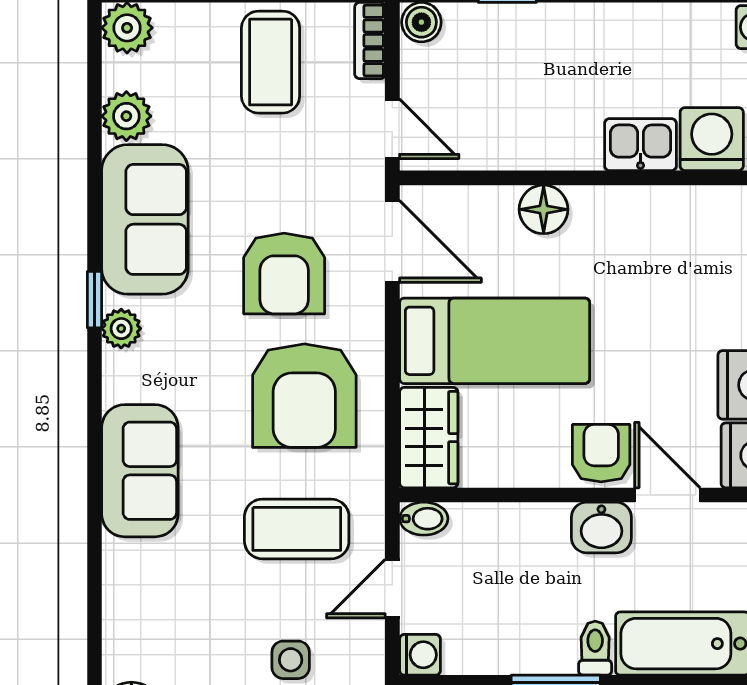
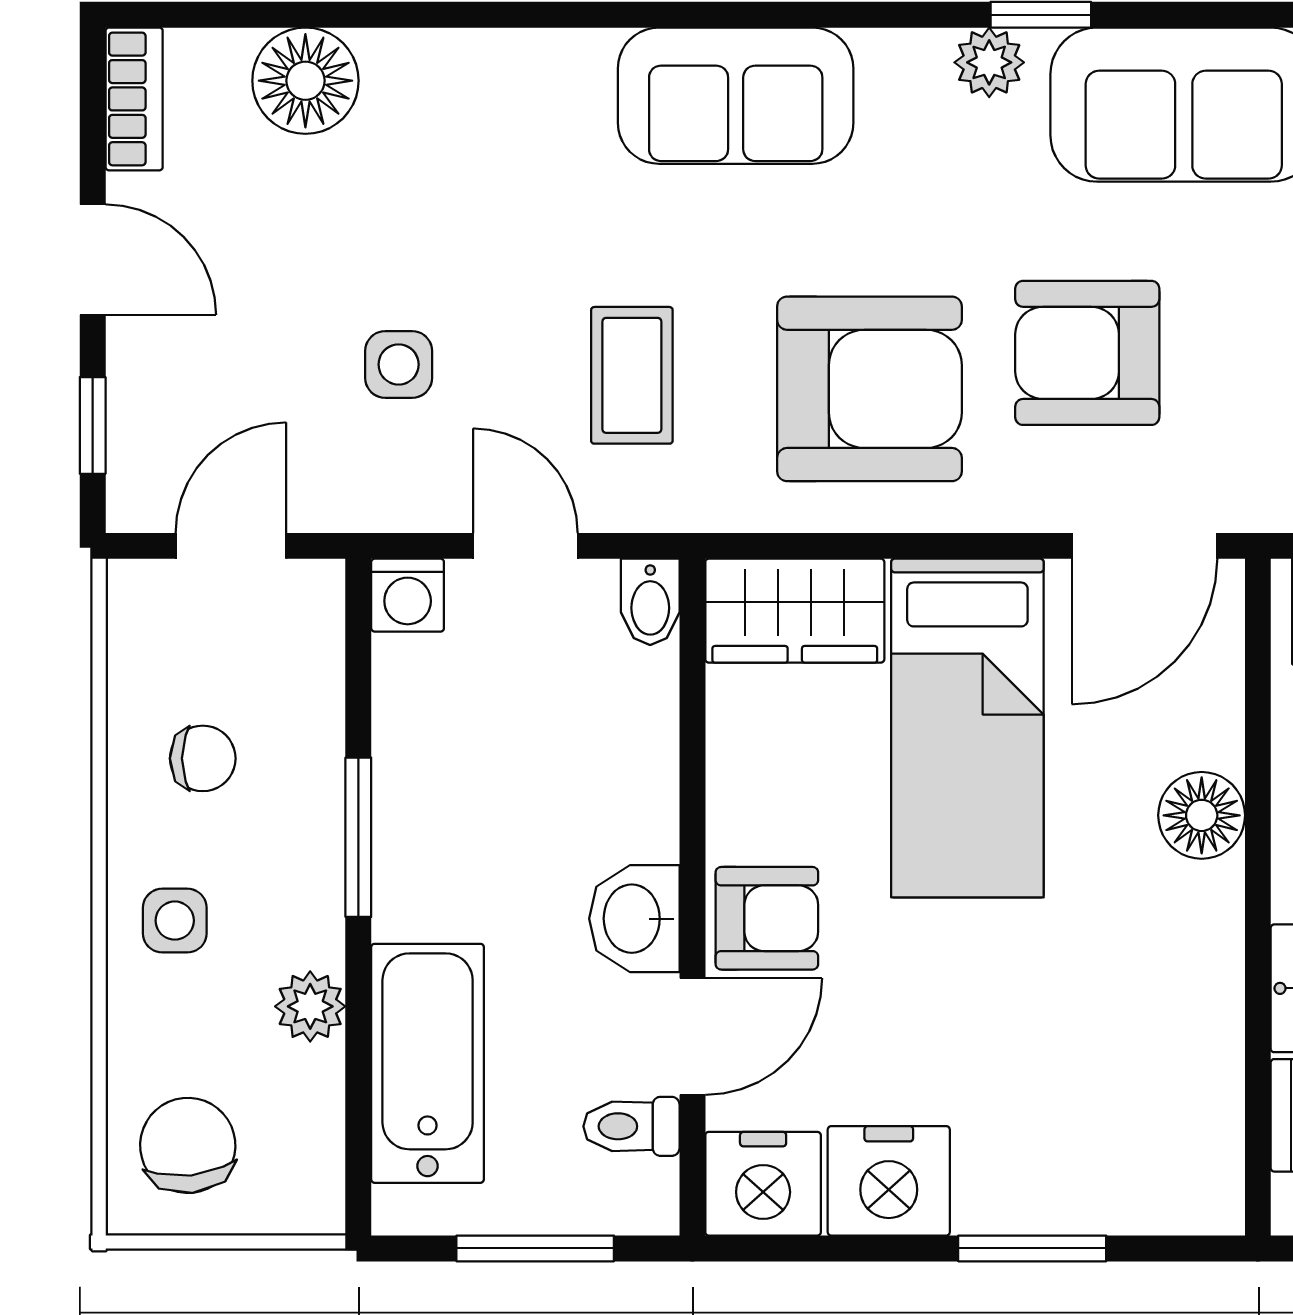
armchair: (304, 396) -> (869, 389), turned 180
coffee table: (297, 529) -> (632, 375), width x0.73, depth x0.77
toilet: (595, 648) -> (631, 1126), moved, turned 180

